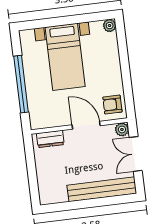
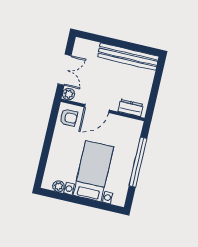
plant: (110, 26) -> (58, 186), moved
door: (86, 125) -> (97, 108), hinge flipped
bench: (102, 189) -> (128, 57), moved

